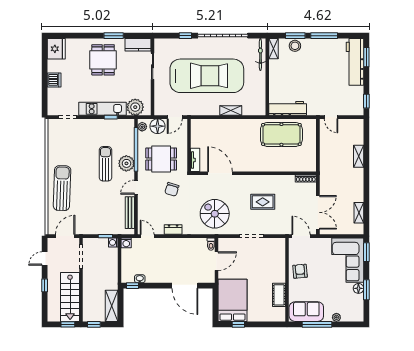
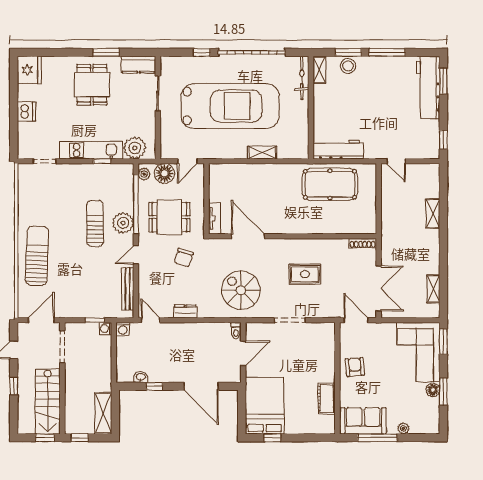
window: (132, 286) -> (155, 386), moved

